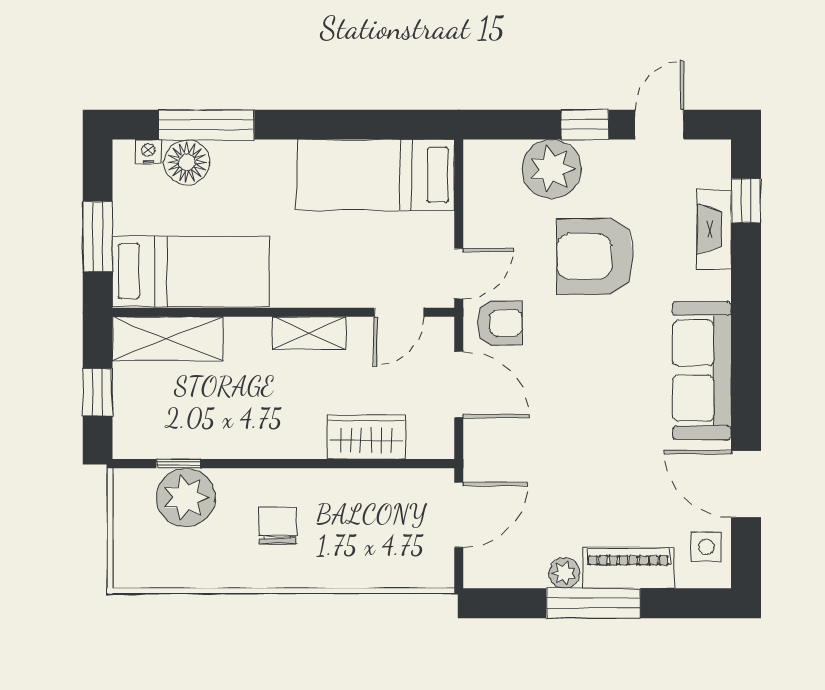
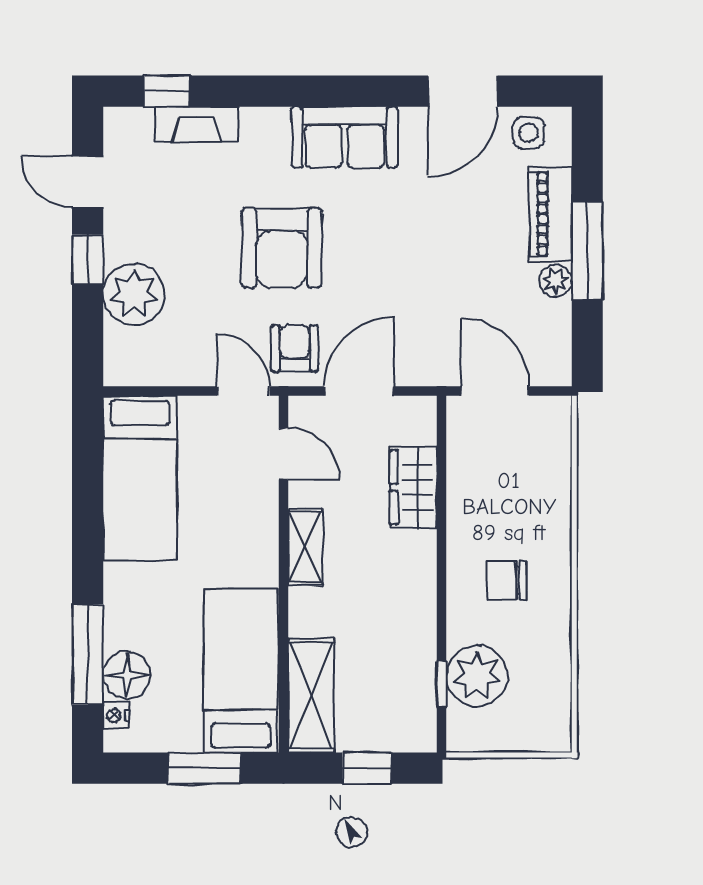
armchair: (595, 256) -> (282, 248), moved
sofa: (702, 371) -> (344, 137), width x0.73

